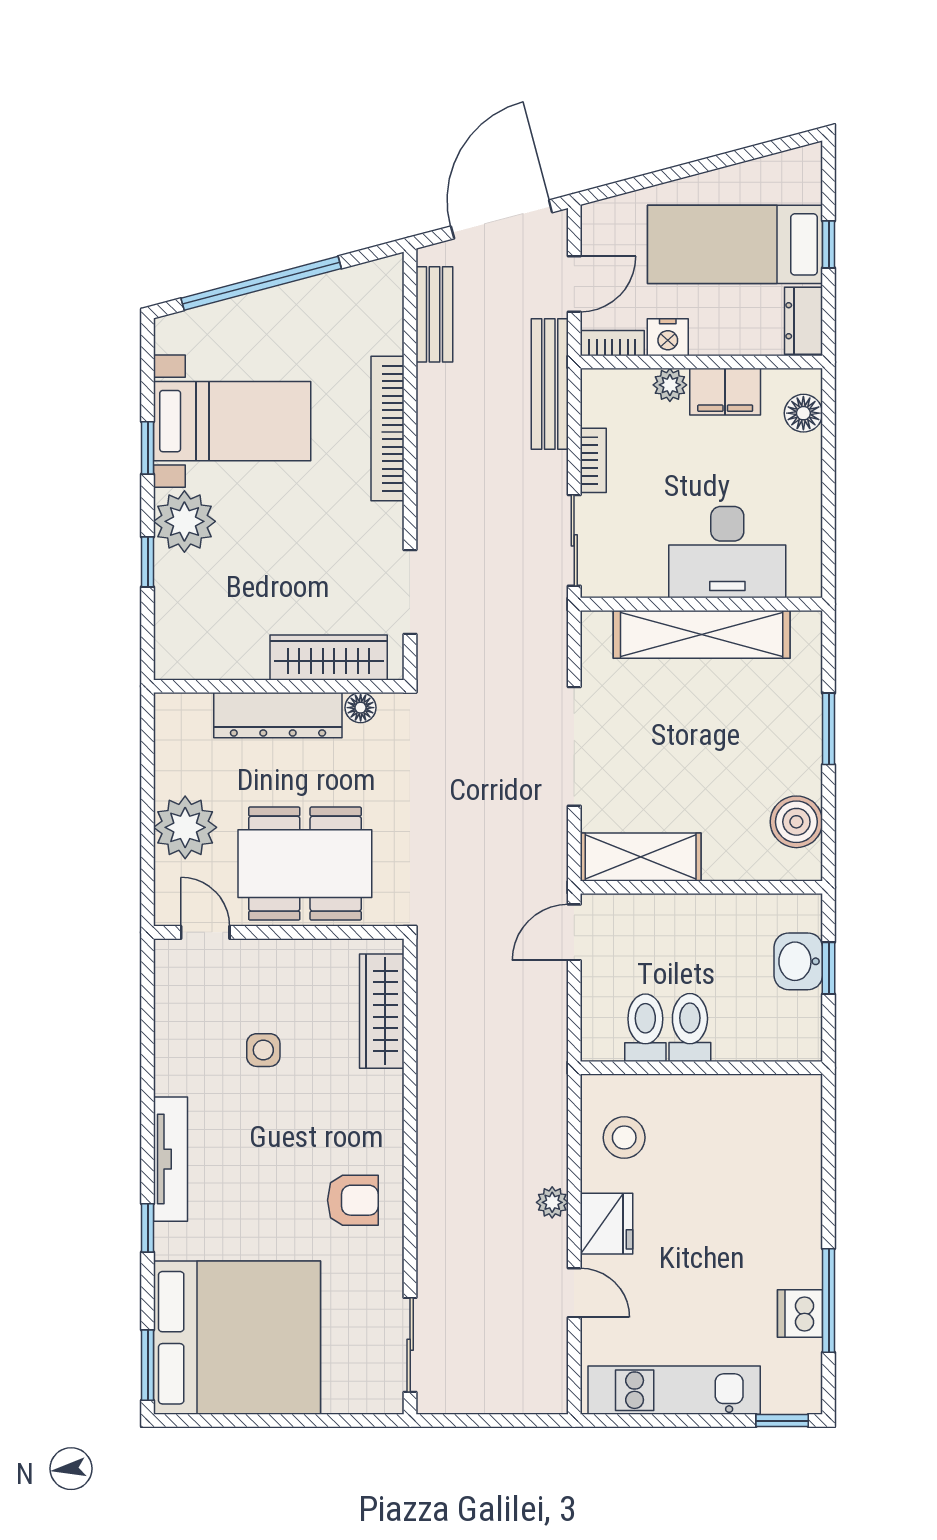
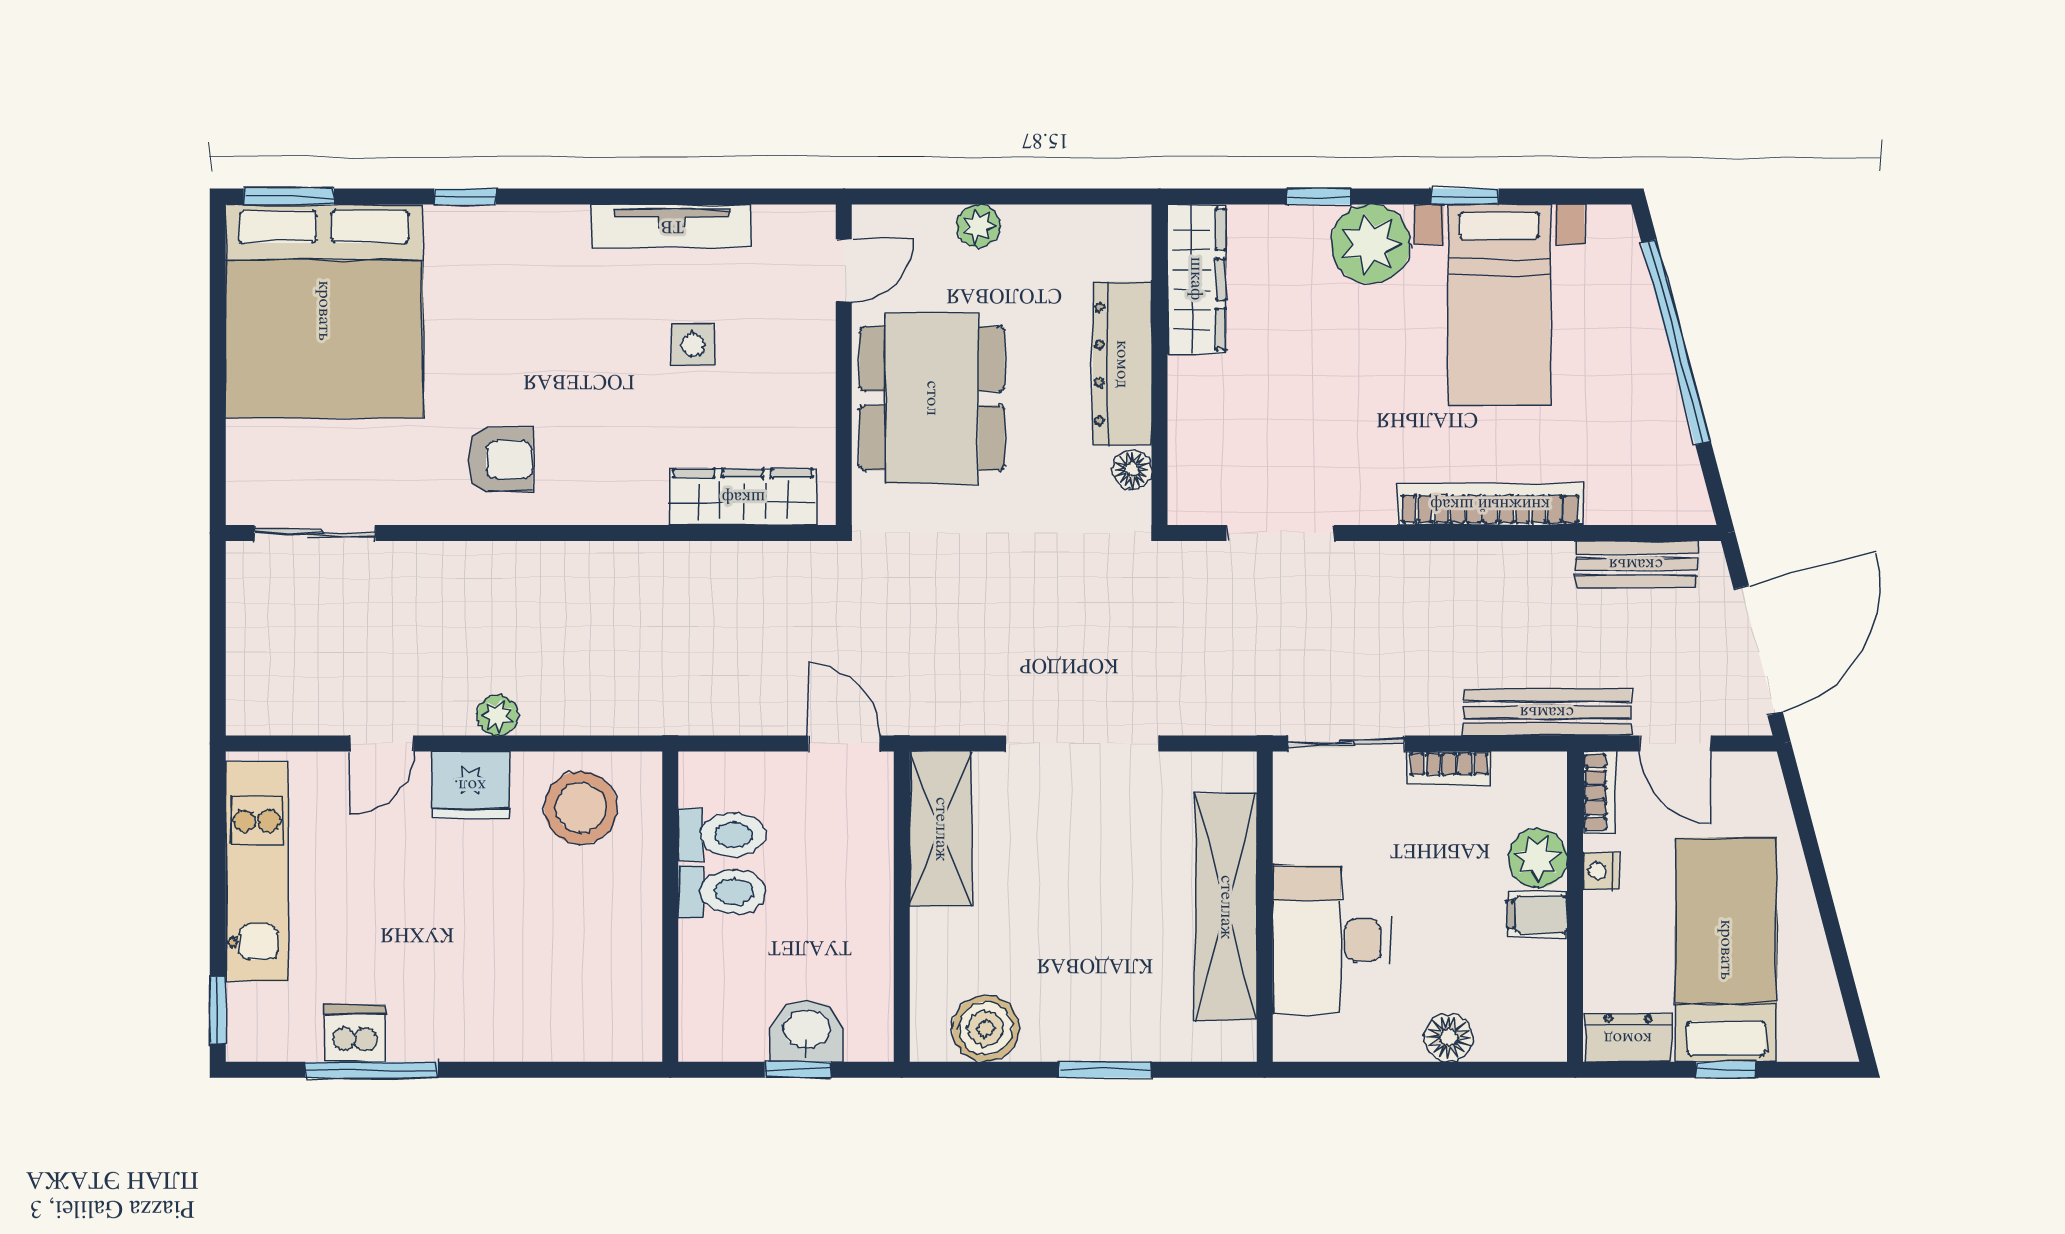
door: (502, 219) -> (1758, 650), hinge flipped
nightstand: (668, 337) -> (1601, 871), width x0.72, depth x0.74
plant: (670, 385) -> (1538, 858), width x1.38, depth x1.38
filing cabinet: (725, 392) -> (1537, 915), width x0.50
floor lamp: (803, 413) -> (1449, 1037), moved
wardrobe: (329, 657) -> (1196, 279), moved
plant: (185, 827) -> (978, 226), width x0.53, depth x0.53
stool: (624, 1138) -> (581, 808), width x1.38, depth x1.38
tv unit: (171, 1159) -> (672, 226), moved
armchair: (353, 1200) -> (500, 460), turned -90

